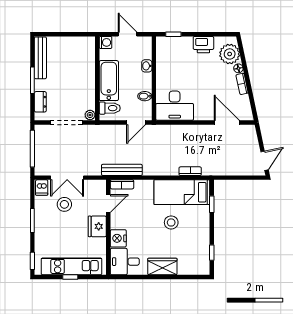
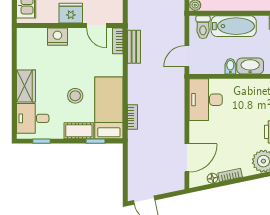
washbasin: (147, 66) -> (250, 66), width x1.91, depth x1.45
floor lamp: (238, 68) -> (212, 178), moved
bidet: (145, 96) -> (230, 66), moved
door: (136, 122) -> (187, 56), hinge flipped
bench: (122, 170) -> (134, 47), width x0.73
cot: (202, 219) -> (79, 131), added
desk: (125, 262) -> (33, 118), moved, turned -90

